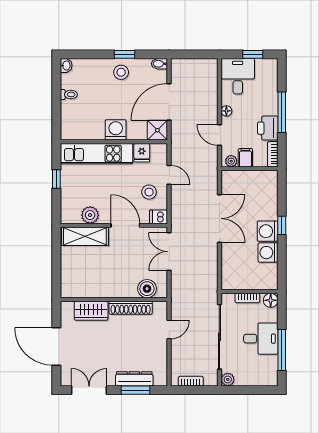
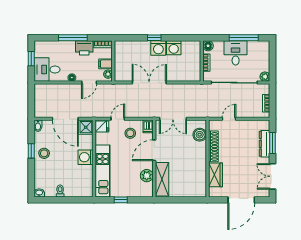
fridge: (142, 153) -> (102, 126), moved
door: (169, 329) -> (229, 119), hinge flipped

